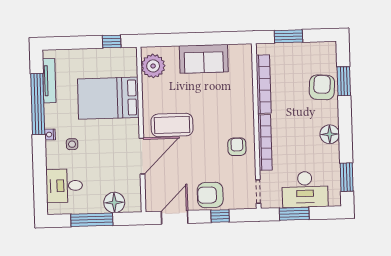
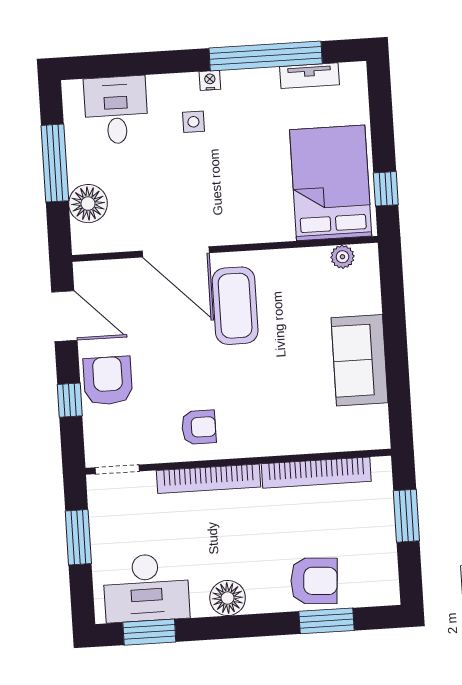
plant: (153, 66) -> (342, 257), width x0.53, depth x0.53
tv unit: (49, 81) -> (309, 76), width x0.71
bed: (108, 98) -> (331, 183), moved
desk: (305, 189) -> (146, 588), moved, turned -90

